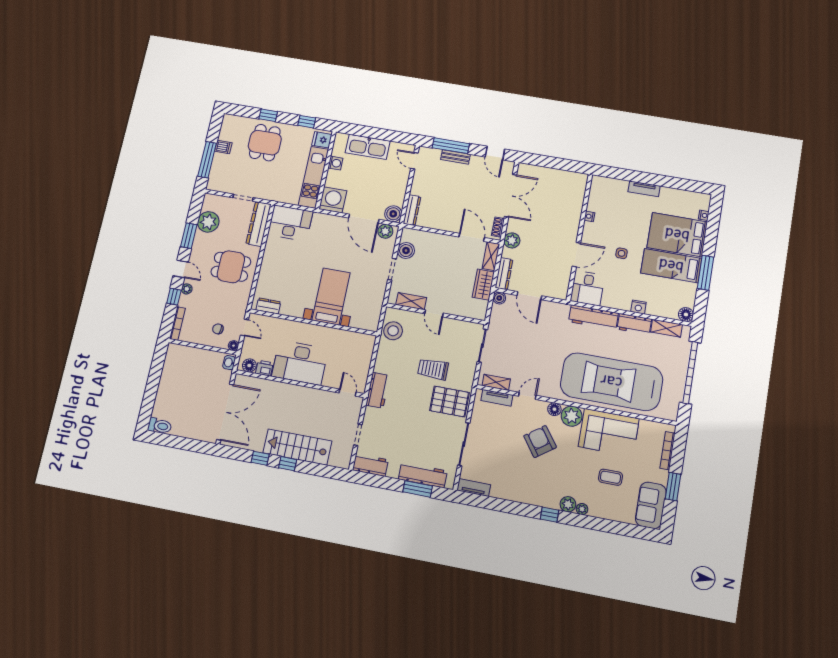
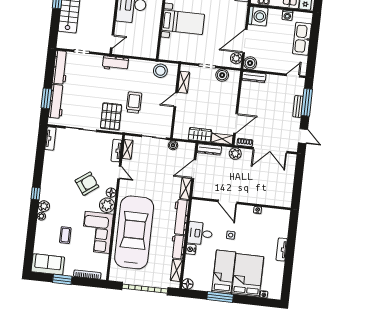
door: (495, 153) -> (303, 136), swing flipped
desk: (587, 288) -> (200, 233), moved
boiler: (499, 298) -> (173, 145), moved
shelving: (555, 308) -> (186, 189), added
workbench: (370, 465) -> (60, 67), width x1.38

